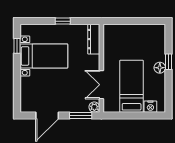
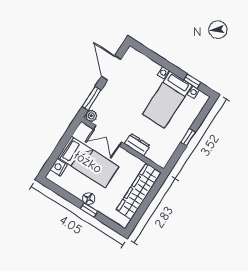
wardrobe: (129, 33) -> (139, 191), added
dresser: (94, 39) -> (137, 145), moved, width x0.70
double door: (101, 85) -> (108, 136), swing flipped

